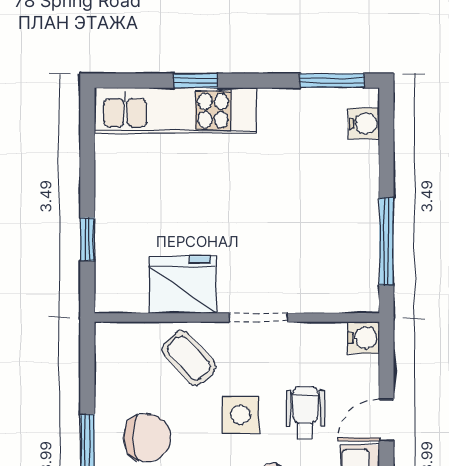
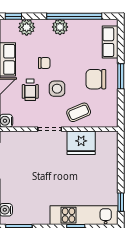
window: (87, 239) -> (121, 202), moved
coffee table: (189, 358) -> (79, 112), turned -70

